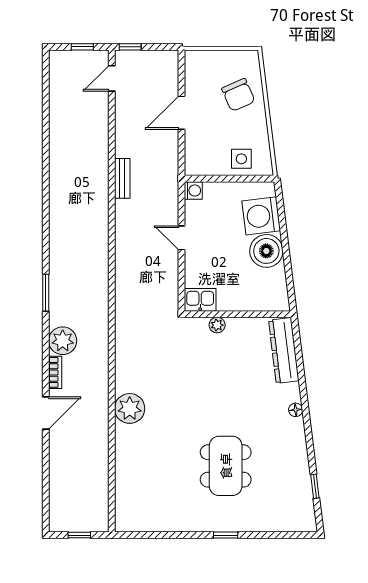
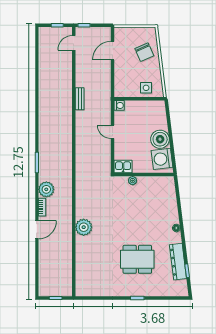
door: (181, 113) -> (113, 51), moved
washing machine: (261, 216) -> (162, 159), moved
dresser: (284, 351) -> (178, 262), moved
dining table: (226, 466) -> (137, 259), turned 90

